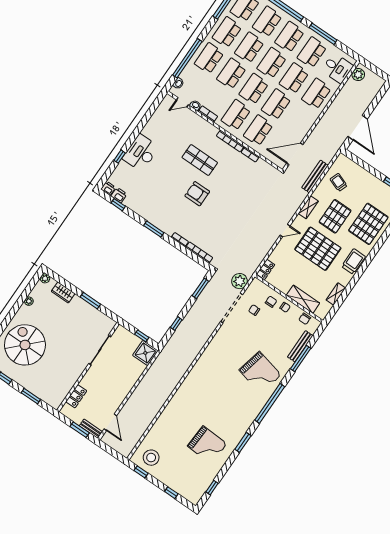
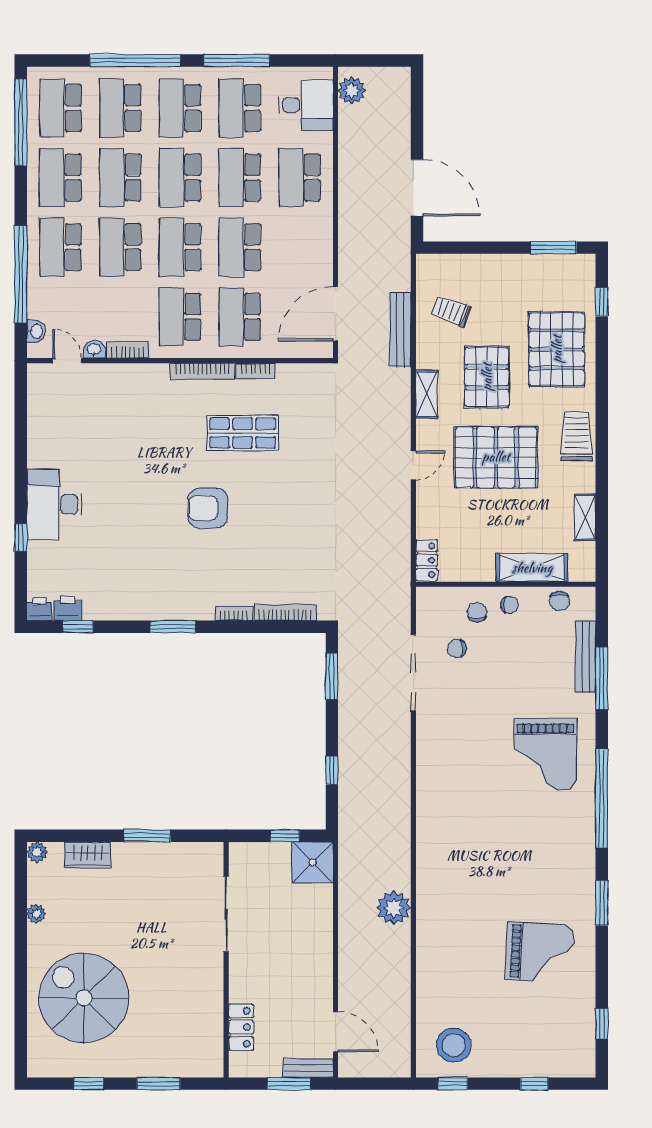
door: (182, 102) -> (67, 361), swing flipped
shop shelf: (200, 160) -> (243, 433), moved
plant: (239, 281) -> (394, 908), moved
grand piano: (260, 372) -> (545, 754), turned 77

